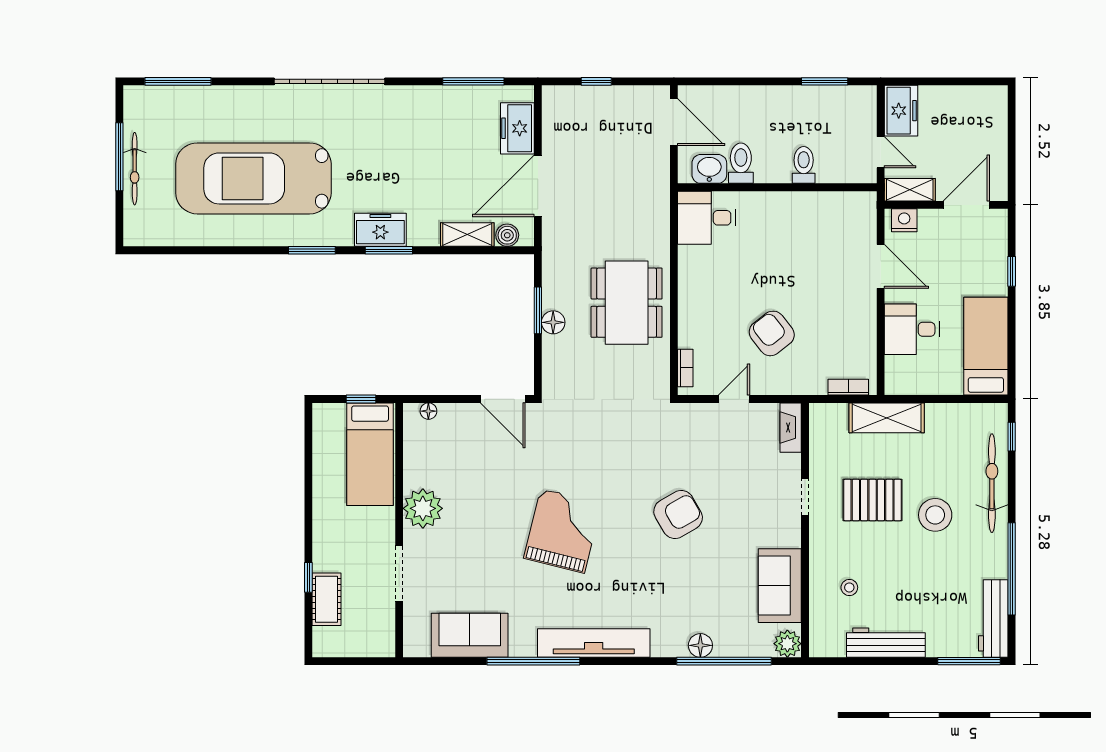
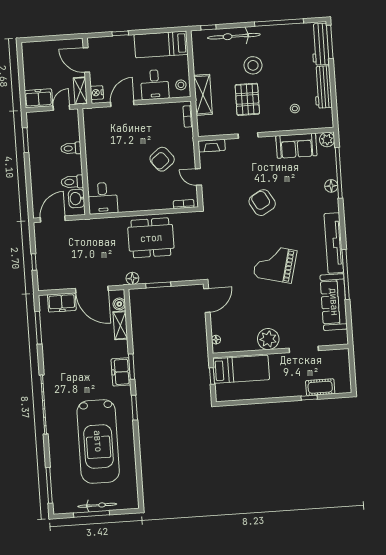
floor lamp: (553, 322) -> (132, 278), moved
stool: (908, 378) -> (181, 85), added
workbench: (993, 619) -> (320, 44), moved, turned 90
sofa: (470, 635) -> (334, 302), width x1.36

